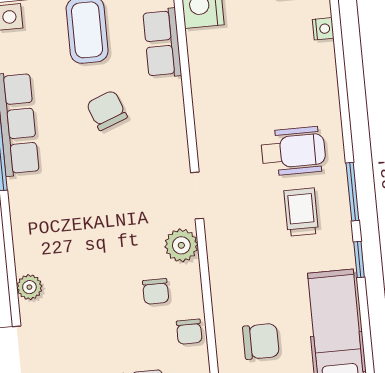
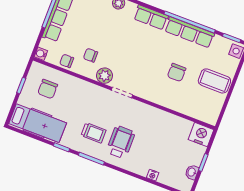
nightstand: (323, 29) -> (153, 175), moved
row of seats: (162, 43) -> (151, 17), moved, turned 180
chair: (107, 110) -> (177, 72), turned 111
wheelchair: (293, 151) -> (121, 142), turned 180

